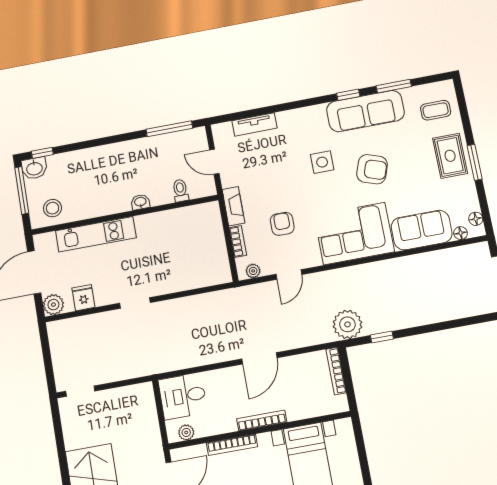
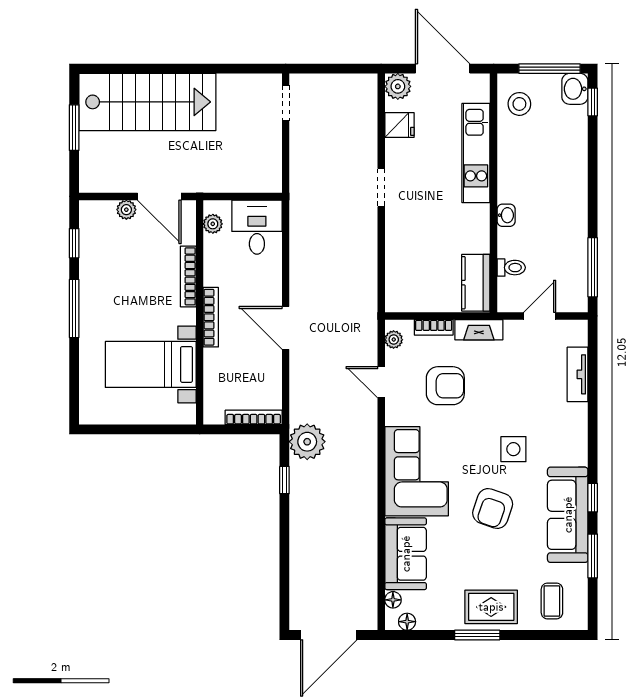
kitchen counter: (197, 215) -> (476, 283), added
armchair: (282, 224) -> (445, 386), width x1.38, depth x1.38

